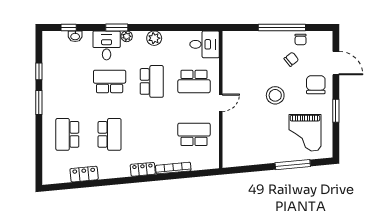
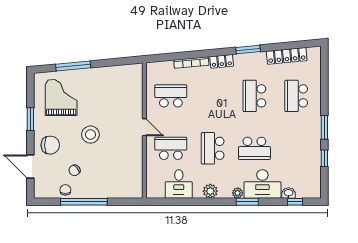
desk: (205, 44) -> (179, 184), moved, turned -90
desk: (107, 45) -> (262, 184), width x1.37
chair: (316, 85) -> (50, 145), turned -90
door: (221, 103) -> (144, 127), swing flipped
school desk: (67, 134) -> (296, 96), turned 180
school desk: (194, 134) -> (171, 96), turned 180
locker: (84, 174) -> (287, 56), width x1.53
window: (116, 181) -> (248, 49), added

